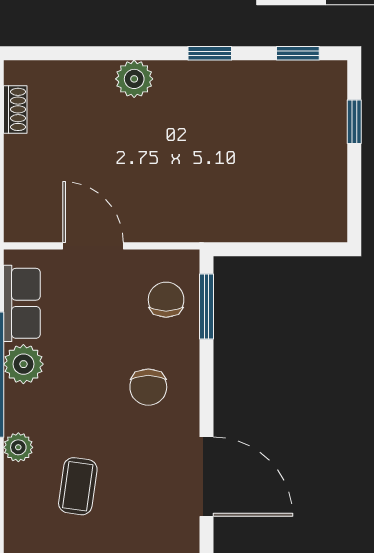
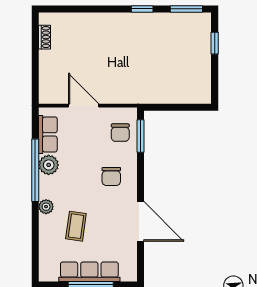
window: (298, 53) -> (186, 9), width x1.50
plant: (134, 79) -> (104, 22), removed
chair: (166, 300) -> (120, 133), turned 180

